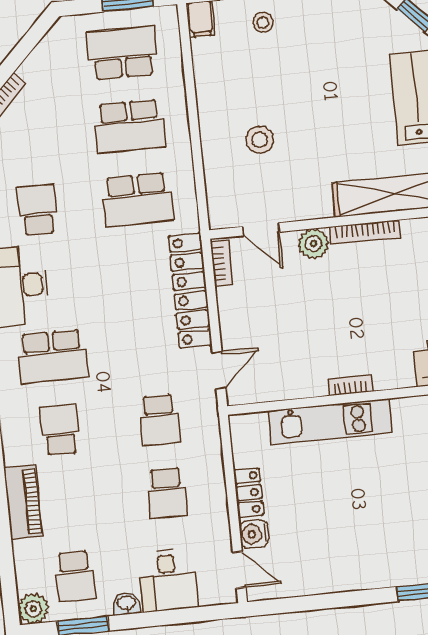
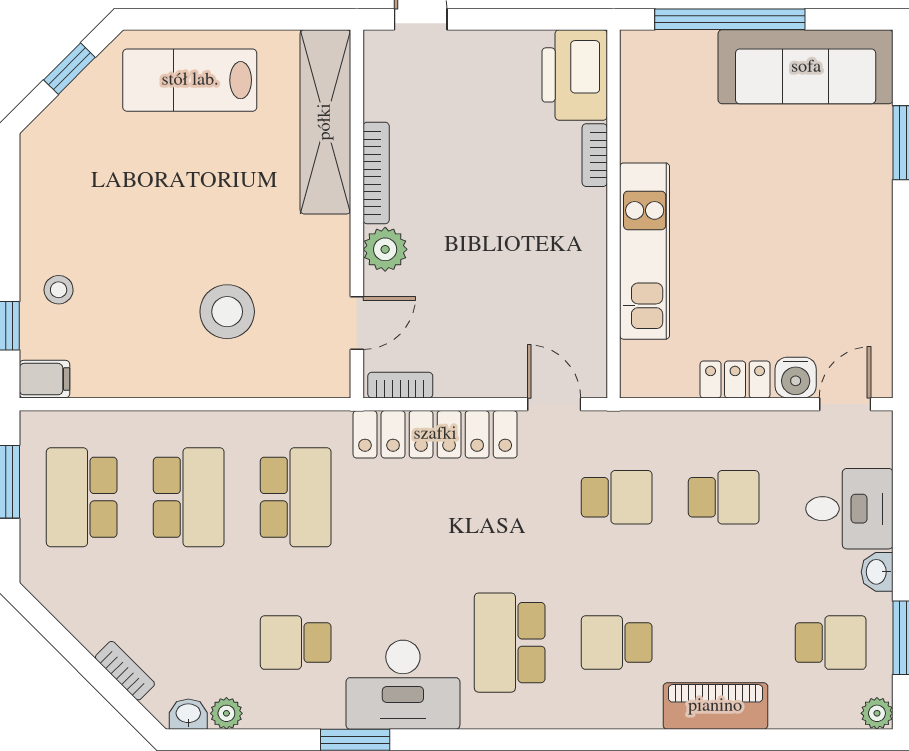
stool: (260, 140) -> (227, 312), width x1.38, depth x1.38
school desk: (52, 356) -> (510, 643), turned 180
bookcase: (350, 385) -> (595, 155), moved
plant: (33, 609) -> (877, 713), width x0.73, depth x0.73

